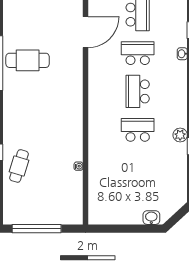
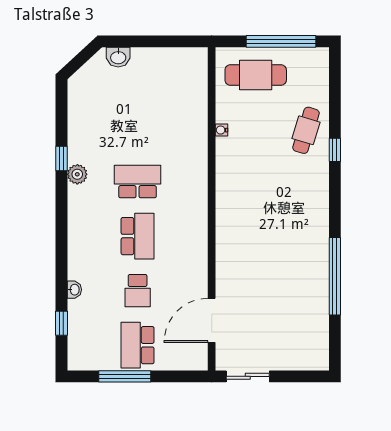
school desk: (138, 53) -> (138, 291), width x0.54
cafe table: (28, 60) -> (256, 75), moved
school desk: (138, 130) -> (138, 182), turned 180

